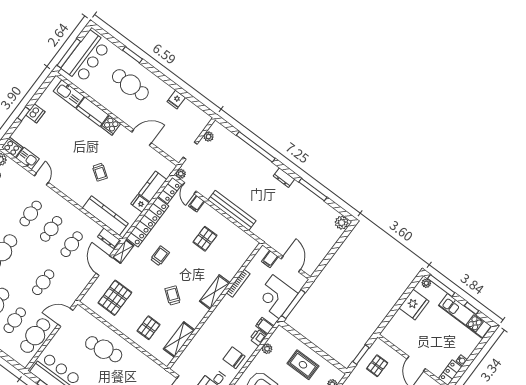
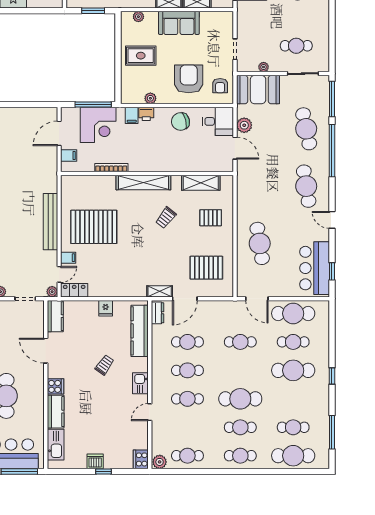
kitchen sink: (28, 158) -> (140, 383), moved
kitchen counter: (153, 186) -> (55, 316), moved, turned -90
locker: (148, 222) -> (117, 289), removed
pallet: (205, 239) -> (94, 227), width x2.05, depth x2.00
trolley: (160, 256) -> (139, 256), removed
shelving: (215, 292) -> (143, 183), width x1.47
chair: (234, 358) -> (180, 122), turned 75
rug: (303, 365) -> (141, 56), turned 90

